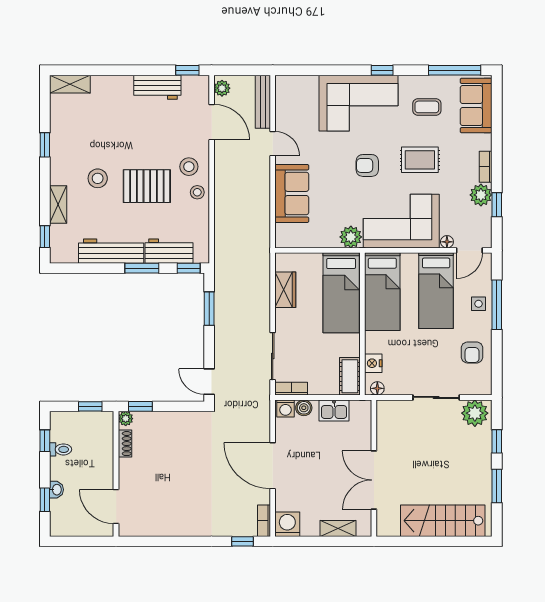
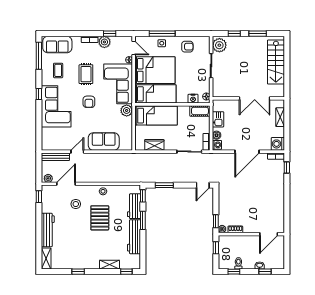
workbench: (157, 87) -> (48, 230), moved, width x1.37
stool: (189, 167) -> (76, 204), moved
stool: (98, 178) -> (96, 244), removed
bed: (436, 291) -> (155, 70), width x1.50

